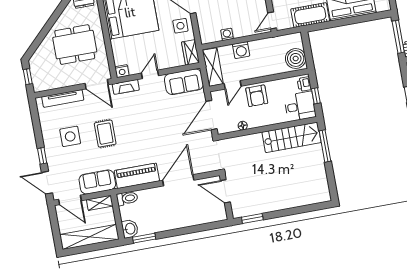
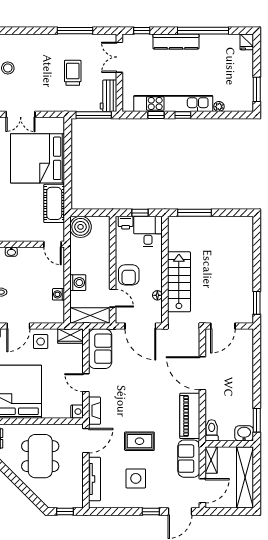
boiler: (296, 59) -> (80, 227), moved
armchair: (257, 96) -> (129, 275), turned 90
stairs: (291, 137) -> (179, 282), moved

